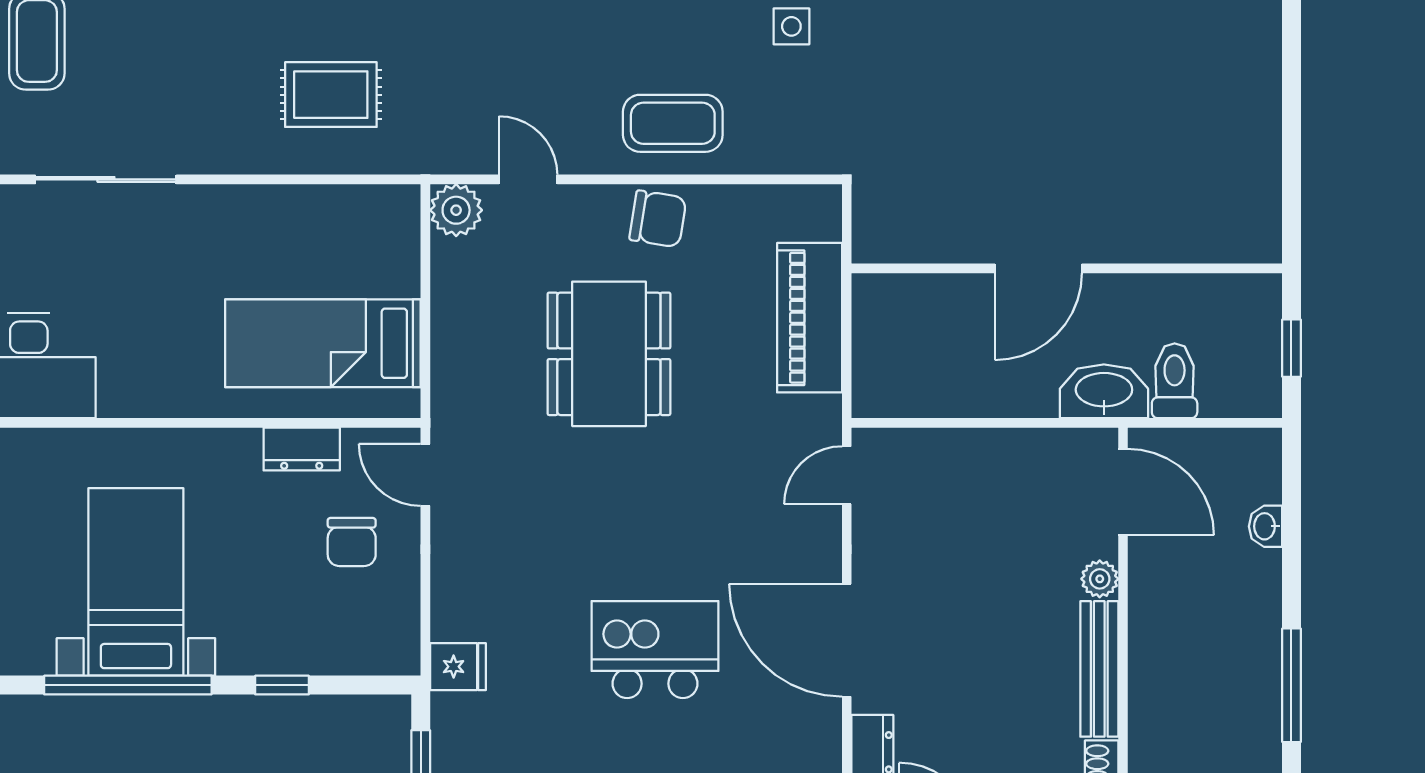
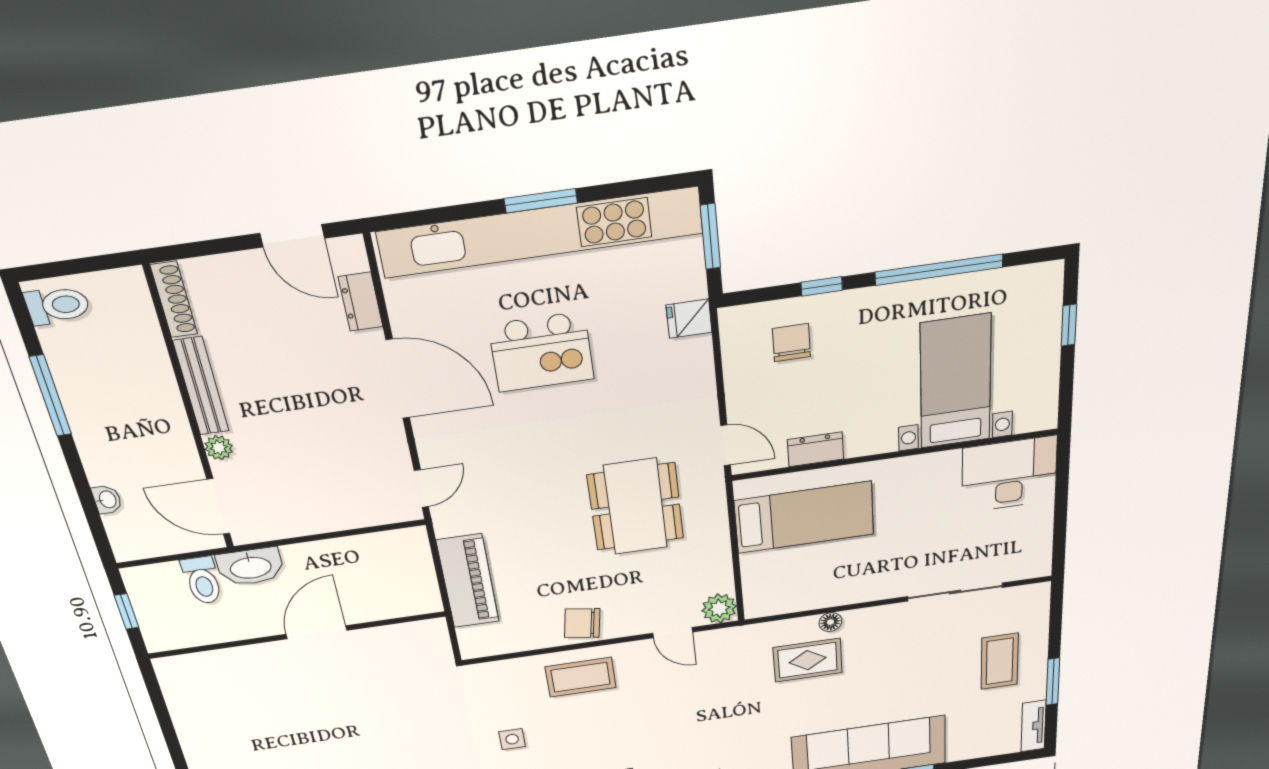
floor lamp: (293, 158) -> (830, 622), added
dining table: (609, 354) -> (636, 507), moved
chair: (352, 542) -> (791, 343), moved
bed with nightstands: (136, 582) -> (956, 382), moved, turned 180

